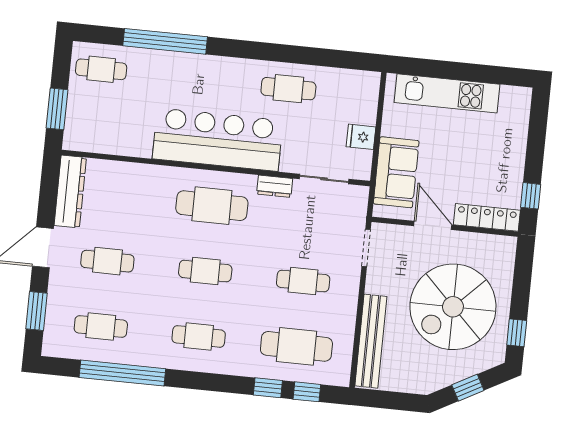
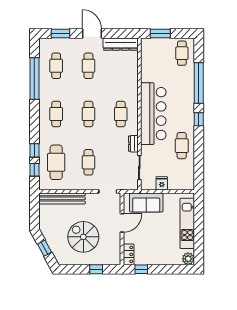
window: (238, 49) -> (199, 119), added
plant: (519, 99) -> (188, 259), added
cafe table: (212, 206) -> (121, 114), width x0.73, depth x0.74
locker: (487, 217) -> (129, 254), width x0.66
spiral stairs: (453, 307) -> (83, 237), width x0.73, depth x0.73
window: (517, 333) -> (96, 269), moved

